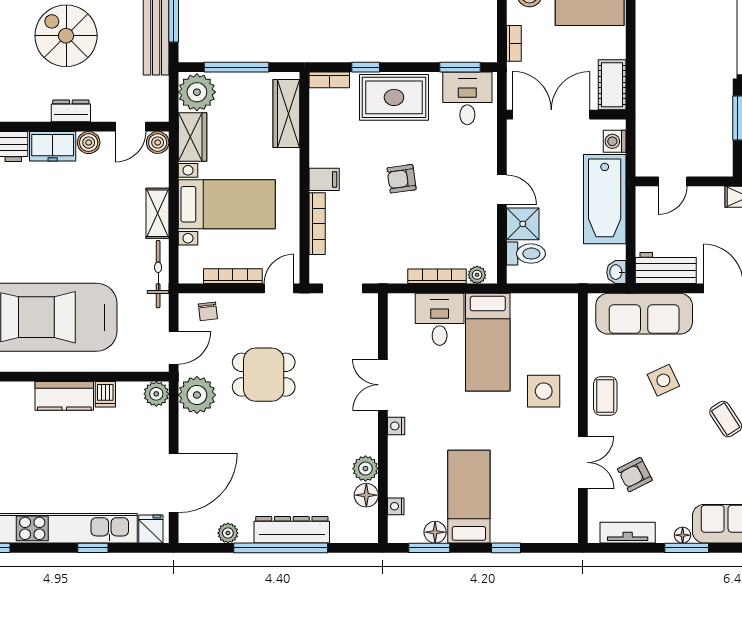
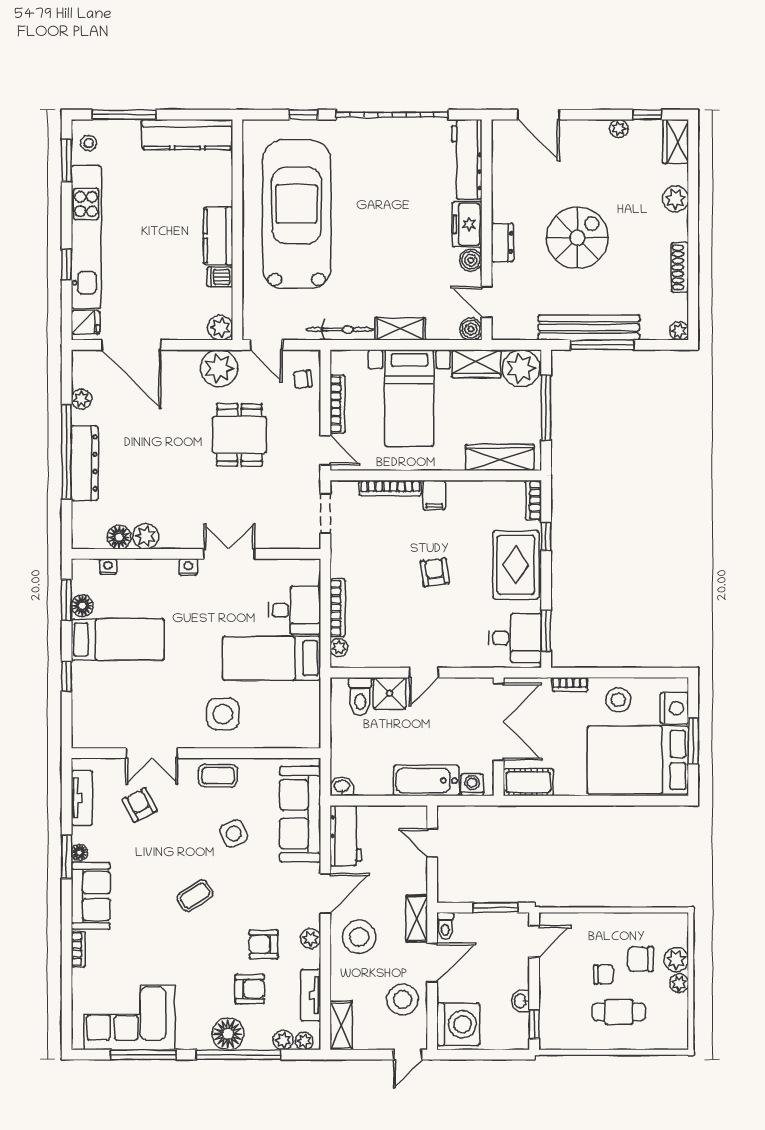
bathtub: (605, 199) -> (426, 781), width x0.73, depth x0.73

